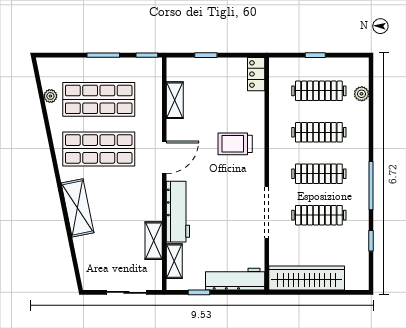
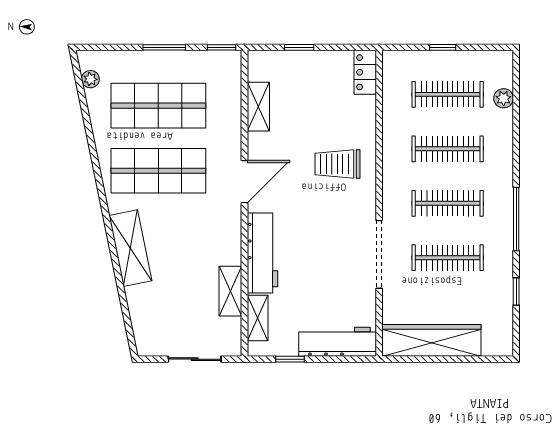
plant: (50, 96) -> (90, 79), moved

